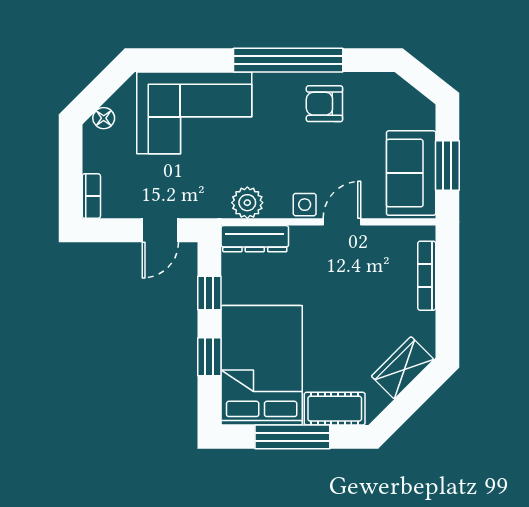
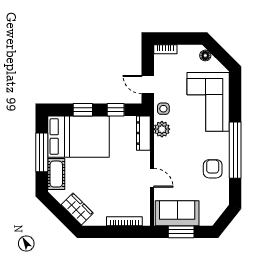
side table: (305, 205) -> (163, 109), moved

